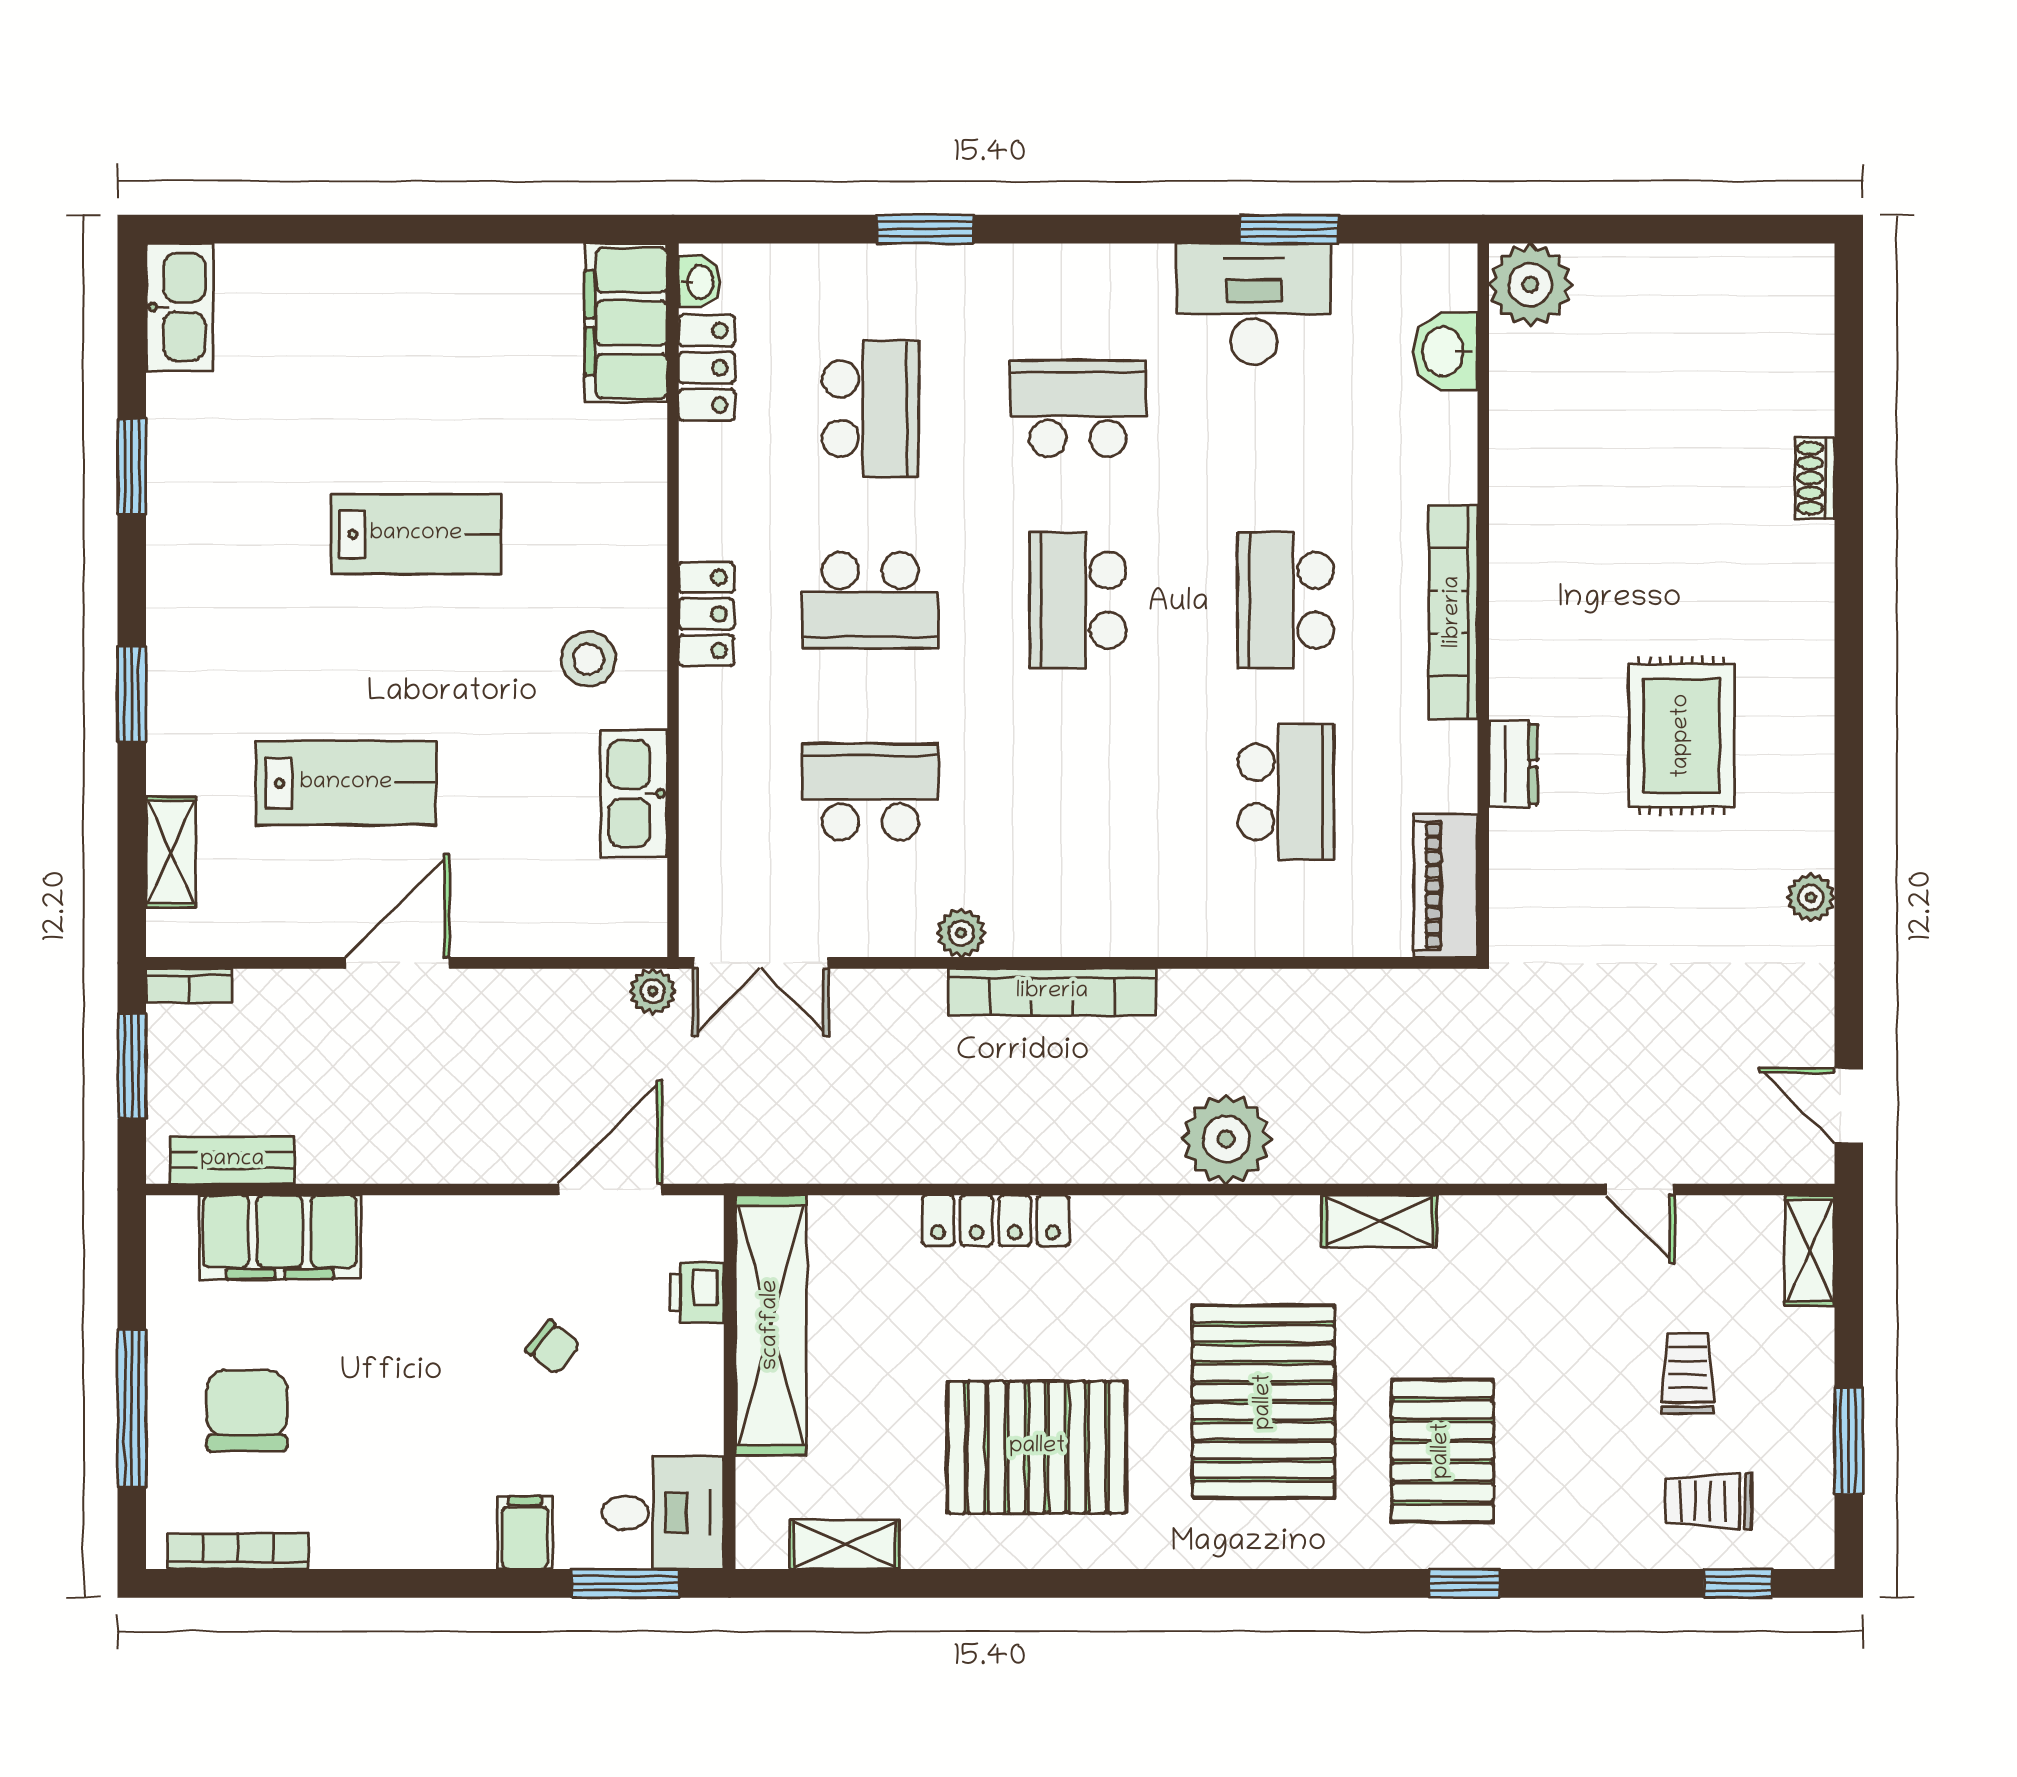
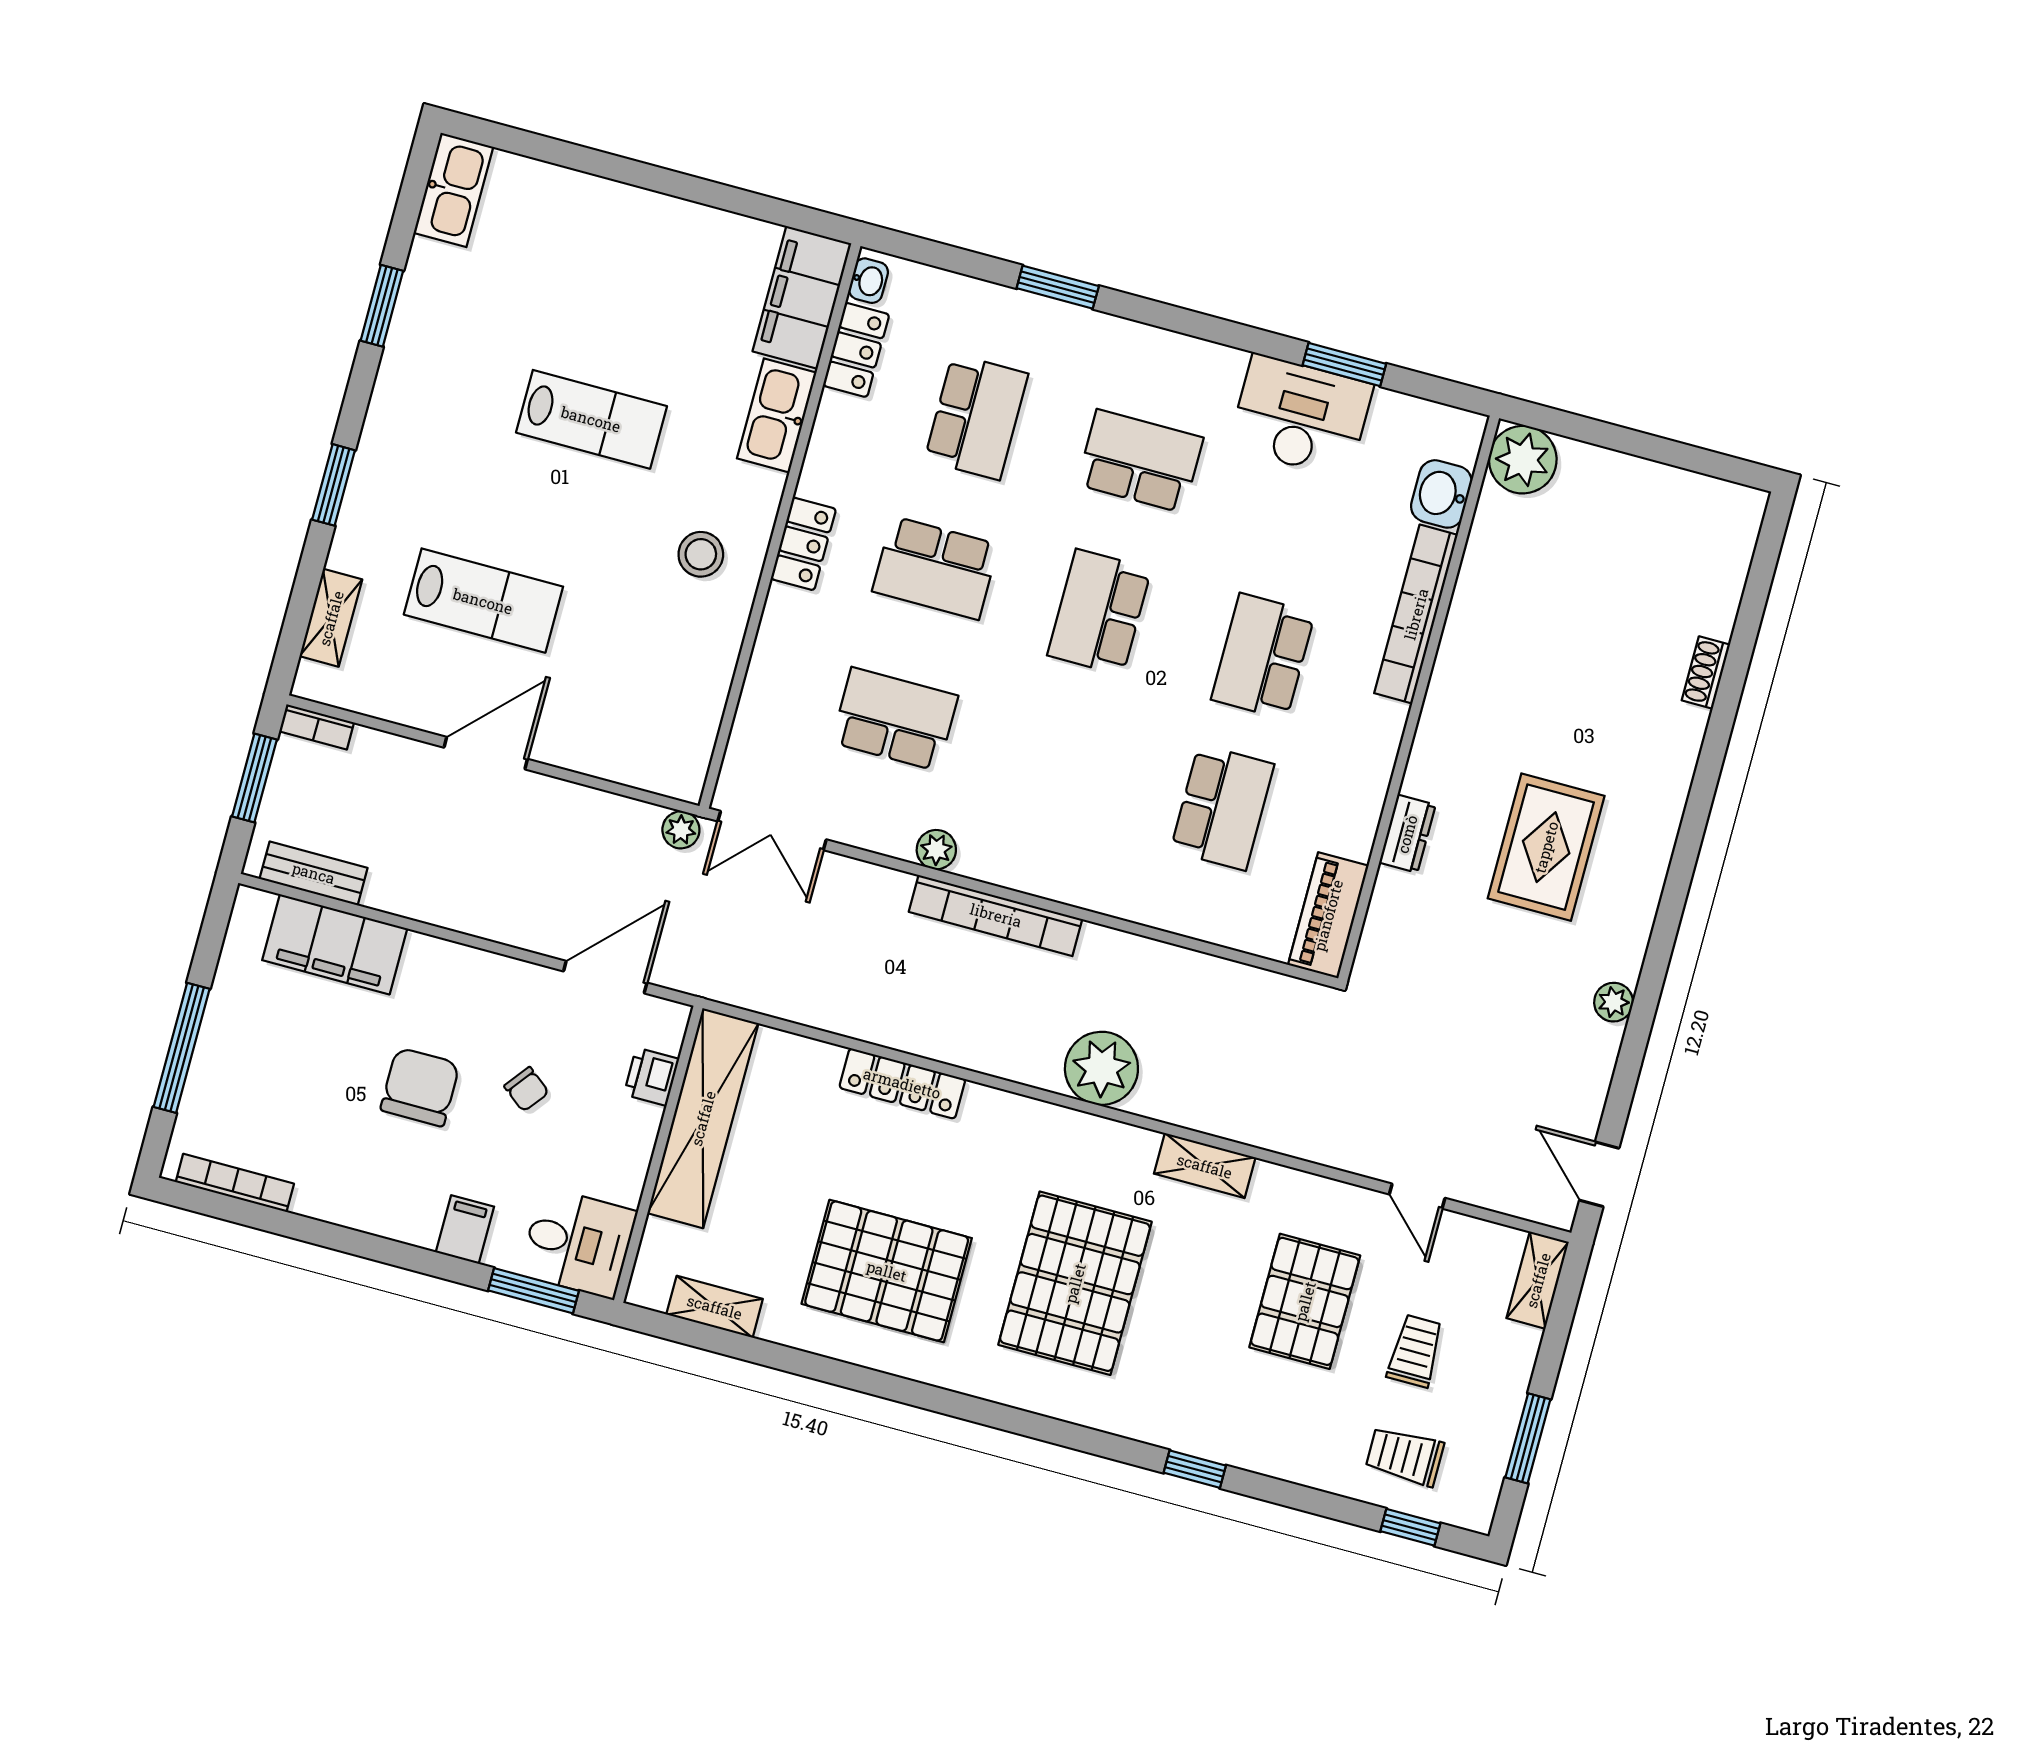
bookcase: (1453, 612) -> (1416, 614), moved
kitchen sink: (634, 794) -> (777, 415), moved
chair: (247, 1411) -> (420, 1087), moved
pallet: (1442, 1451) -> (1305, 1301), moved

